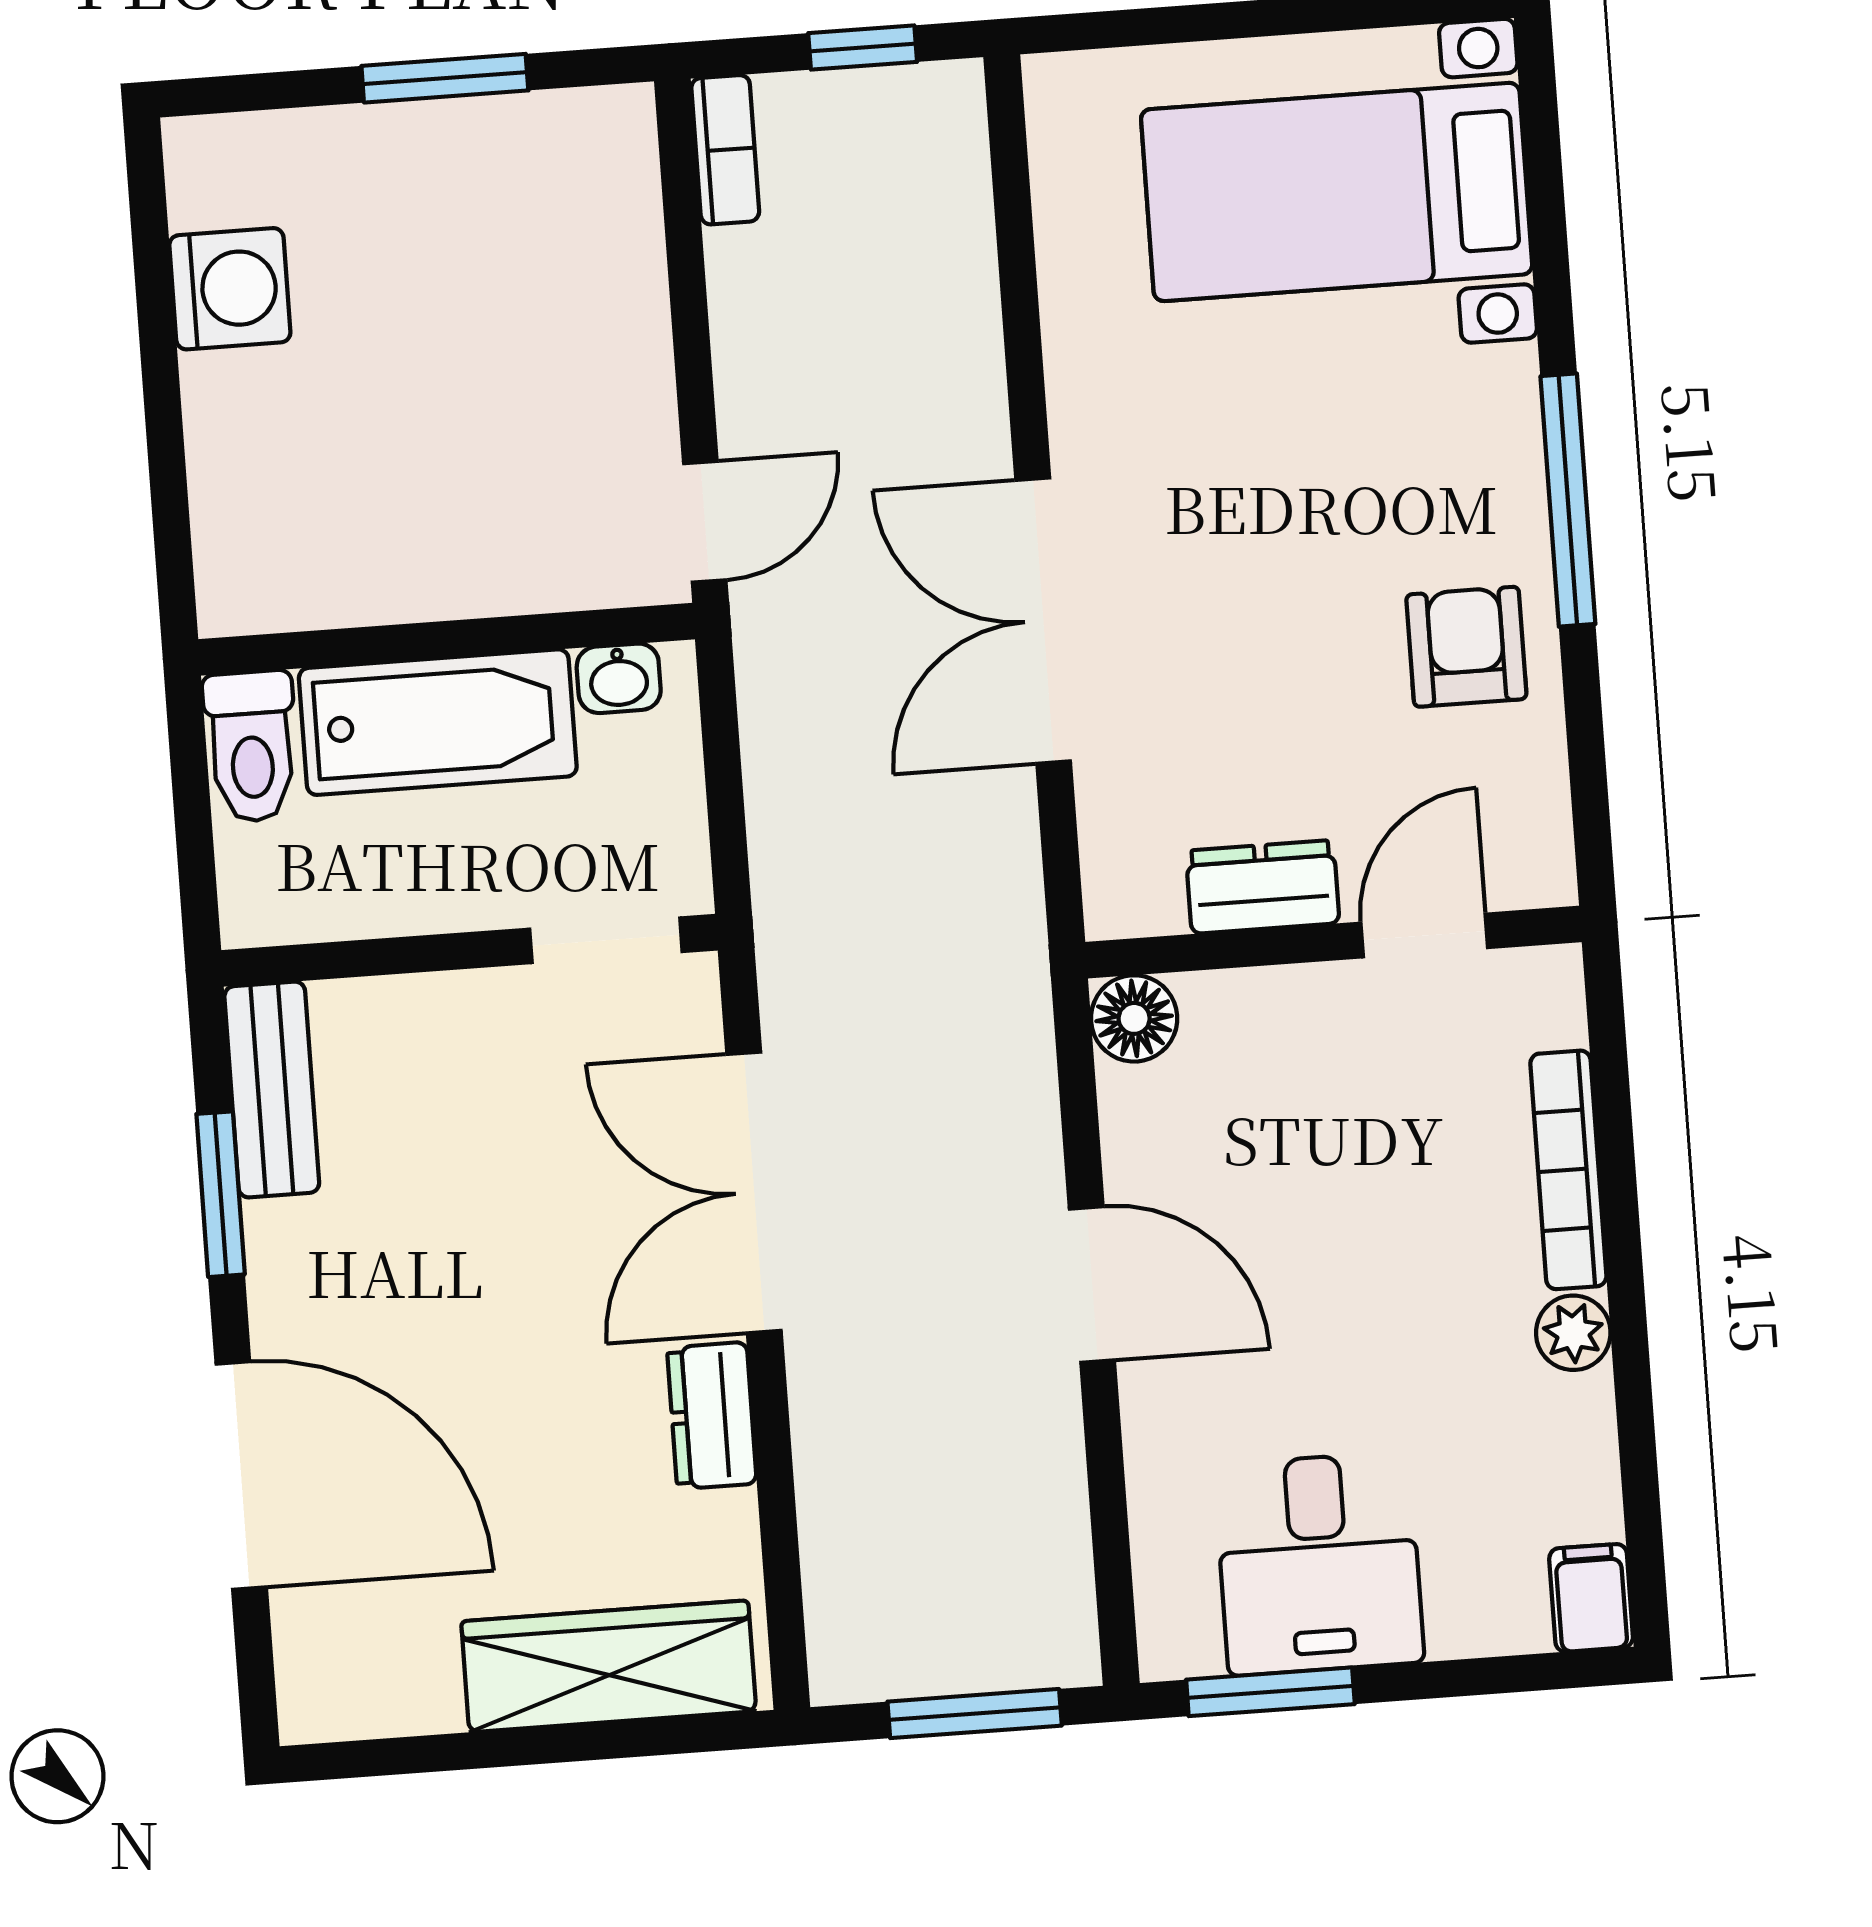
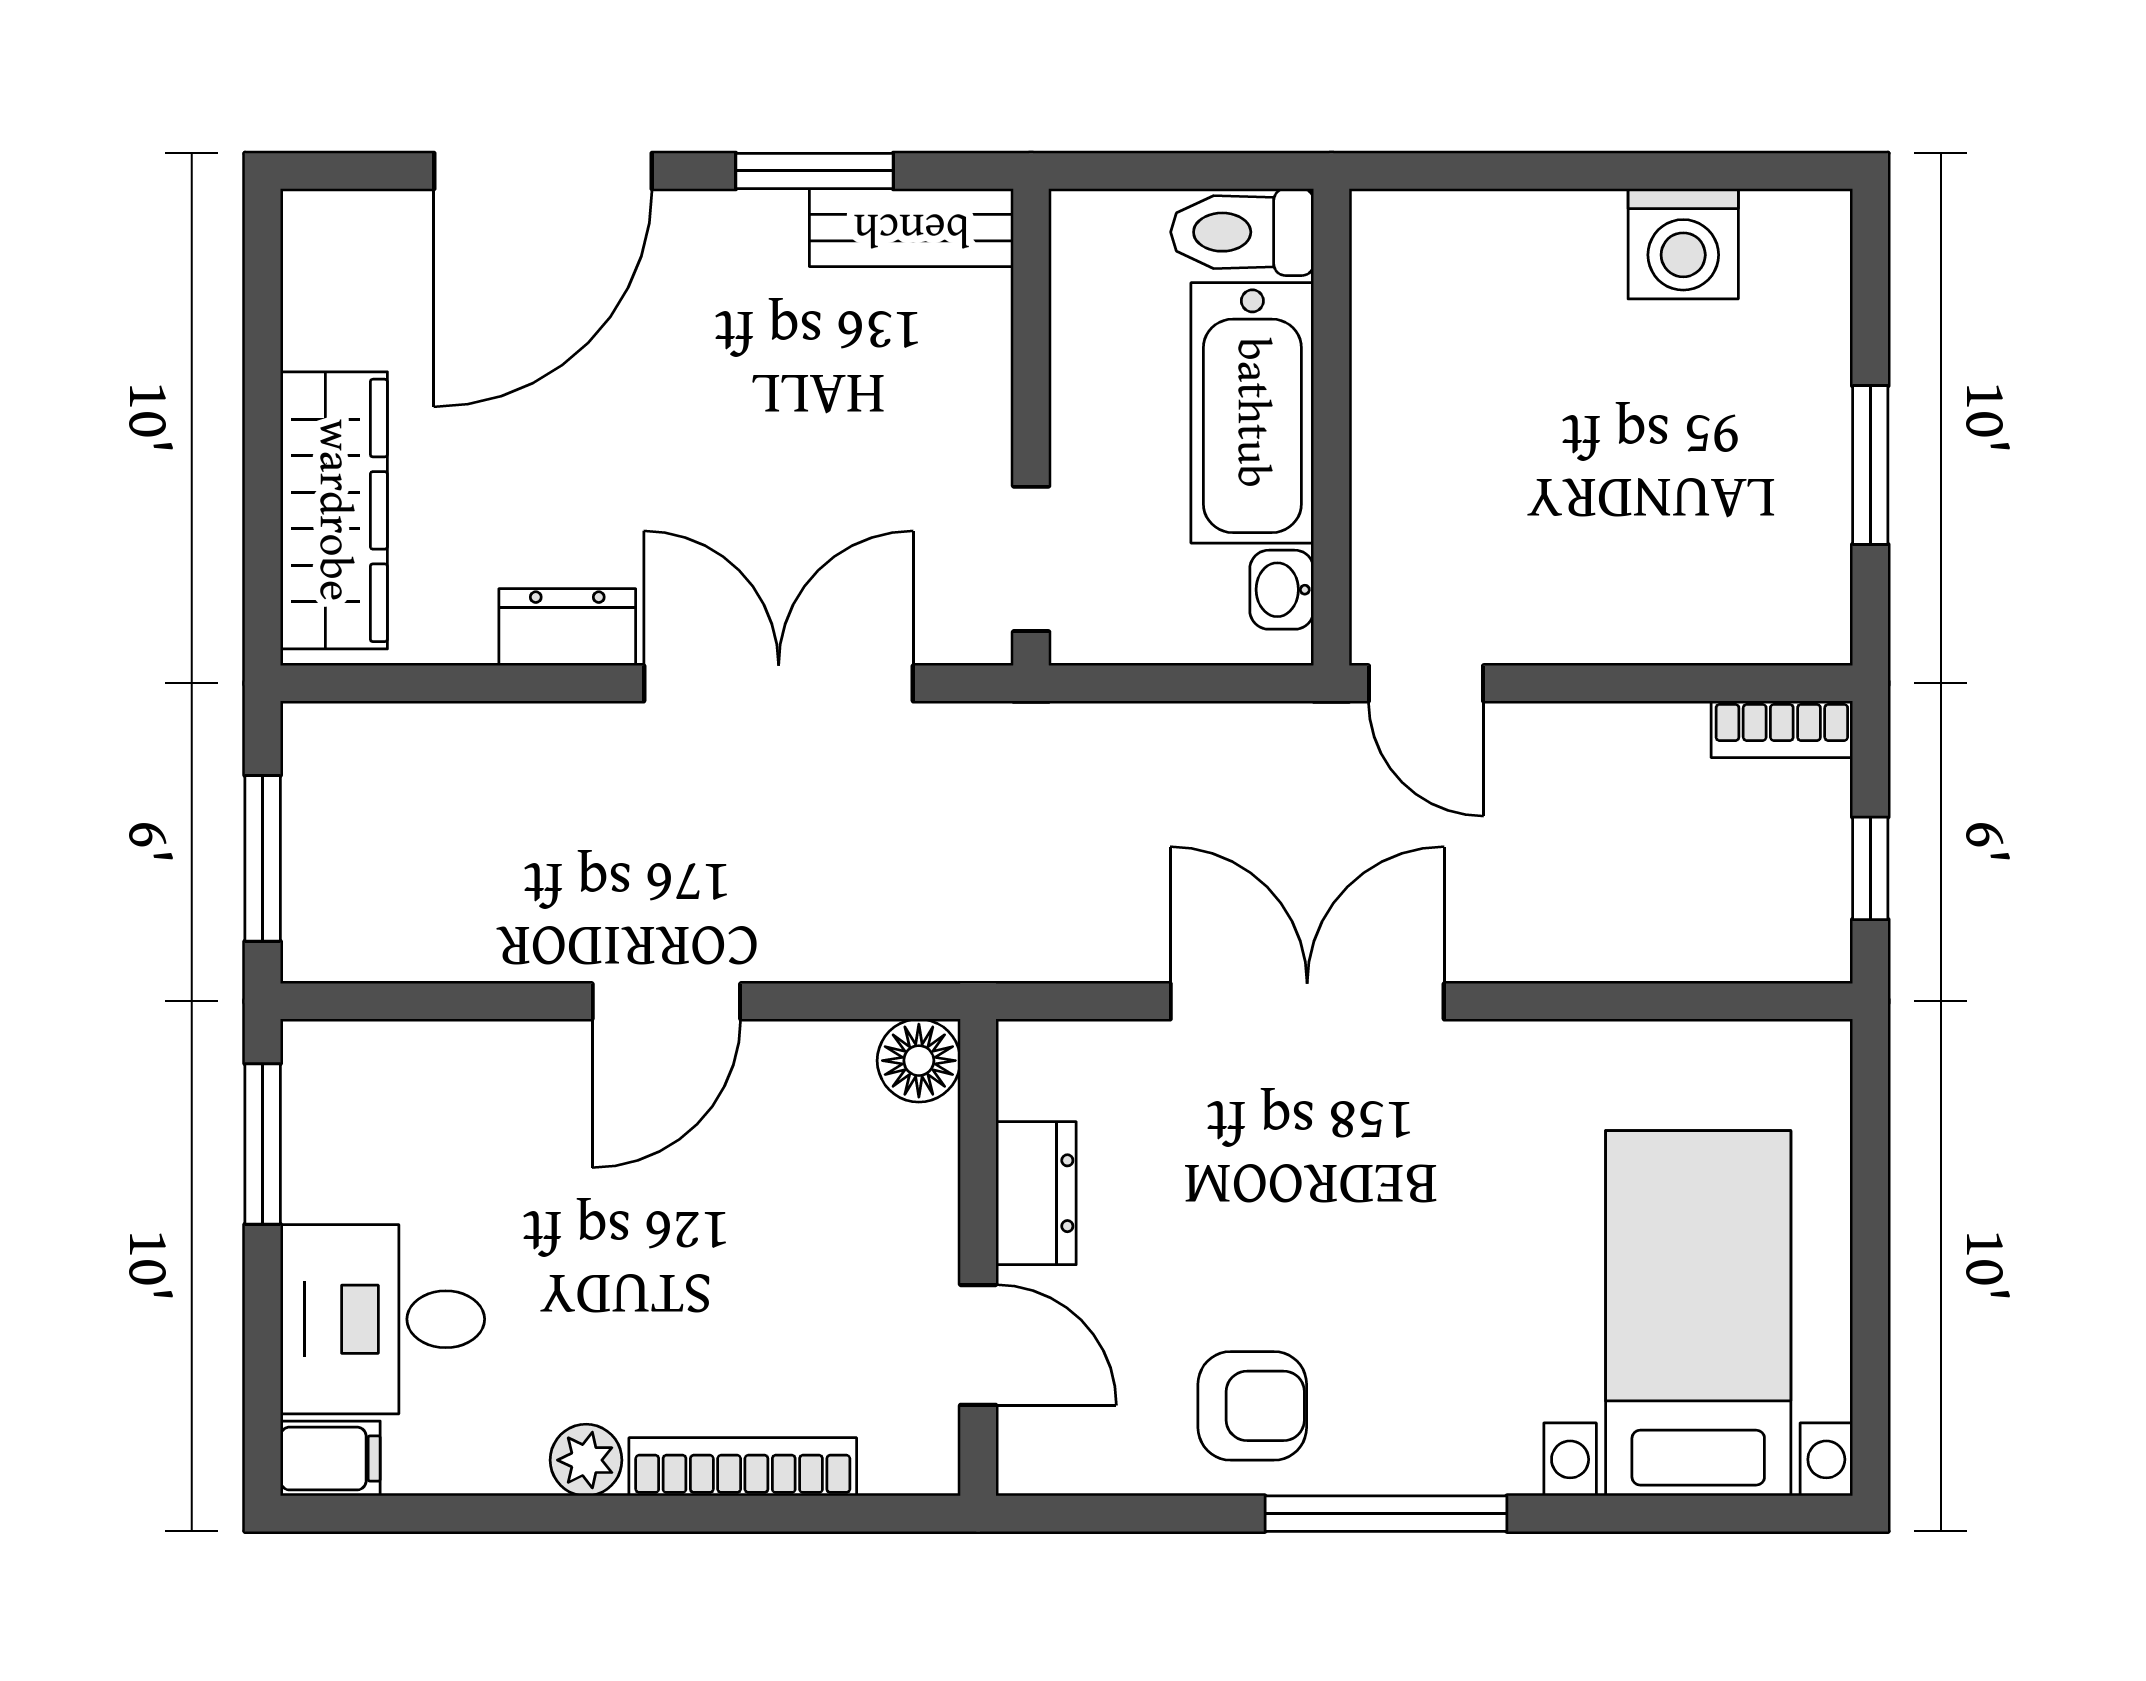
desk: (1319, 1563) -> (382, 1319), moved

